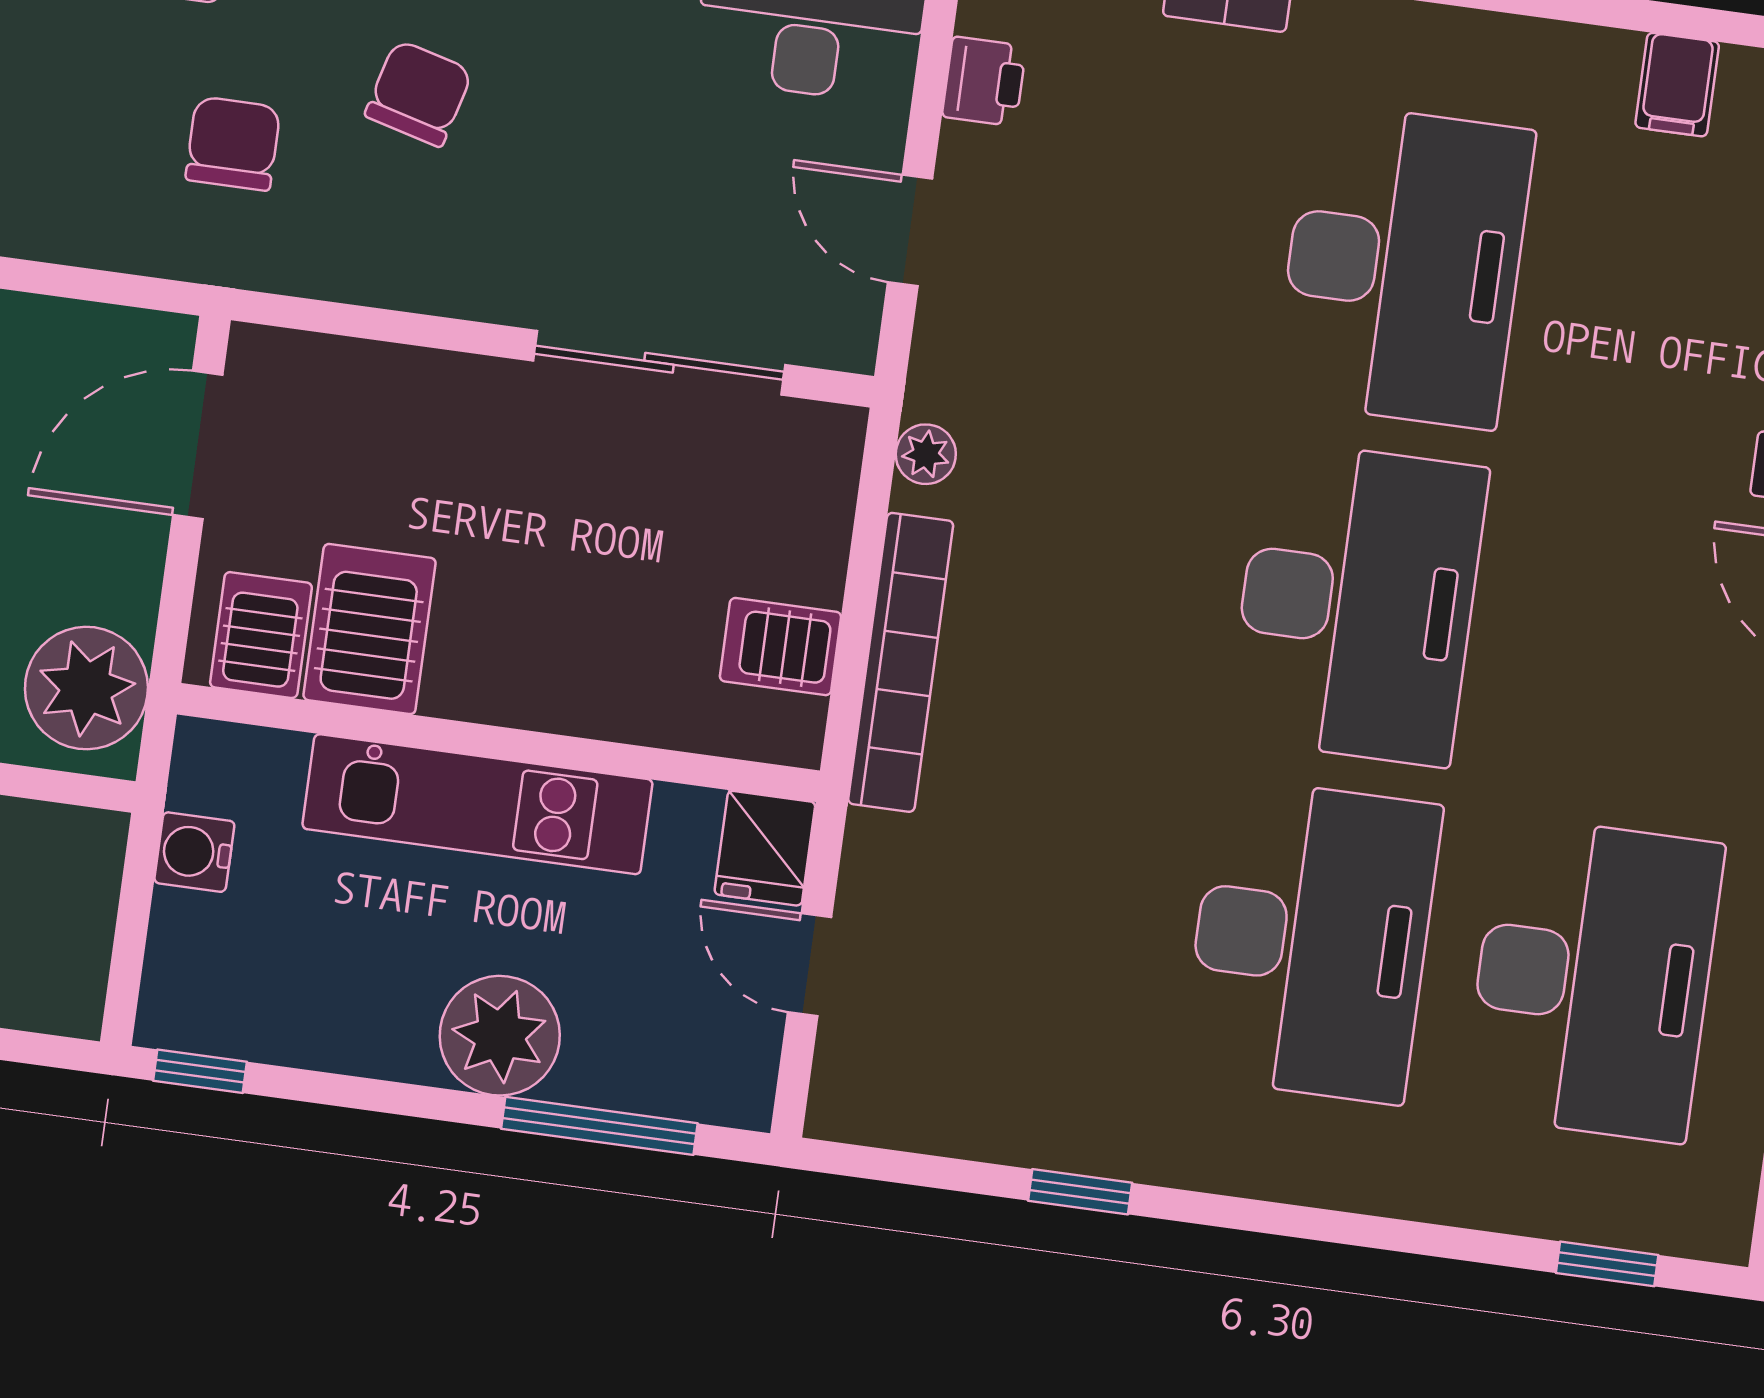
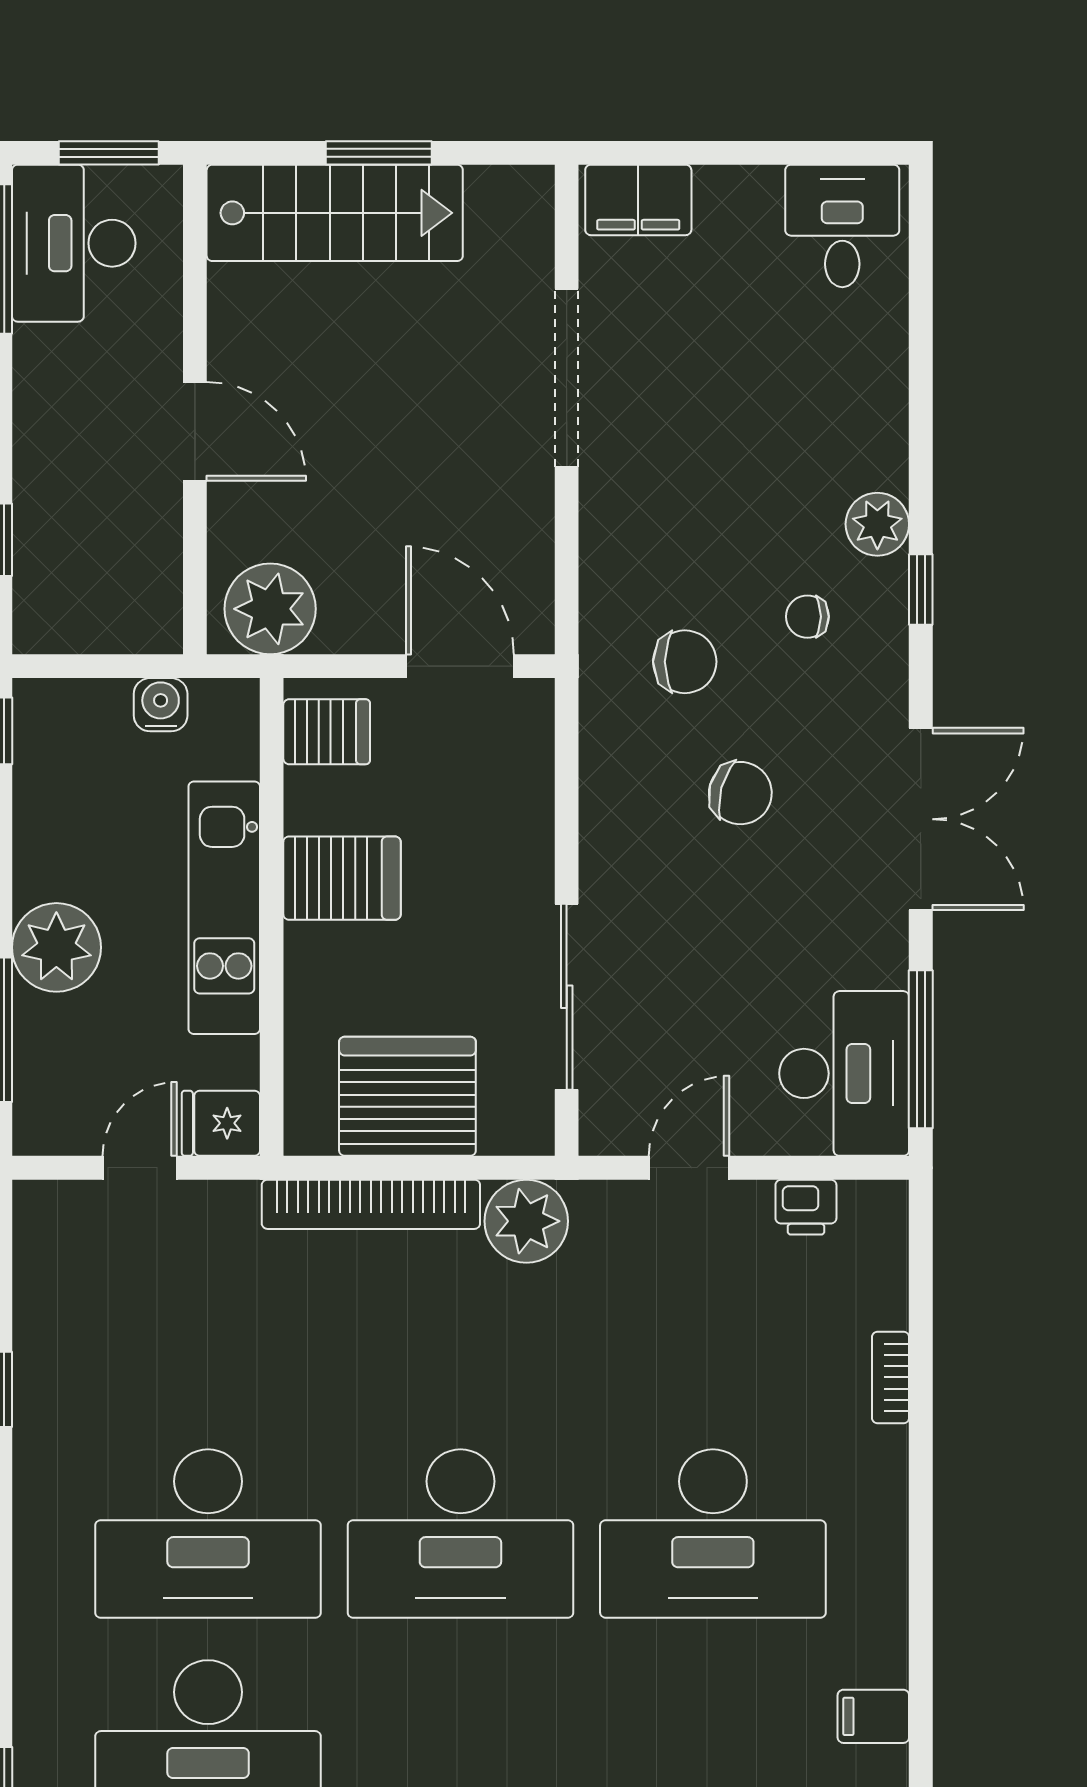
plant: (926, 454) -> (526, 1221), width x1.87, depth x1.87
server rack: (370, 629) -> (342, 878), moved
server rack: (780, 647) -> (407, 1096), width x2.18, depth x1.44

